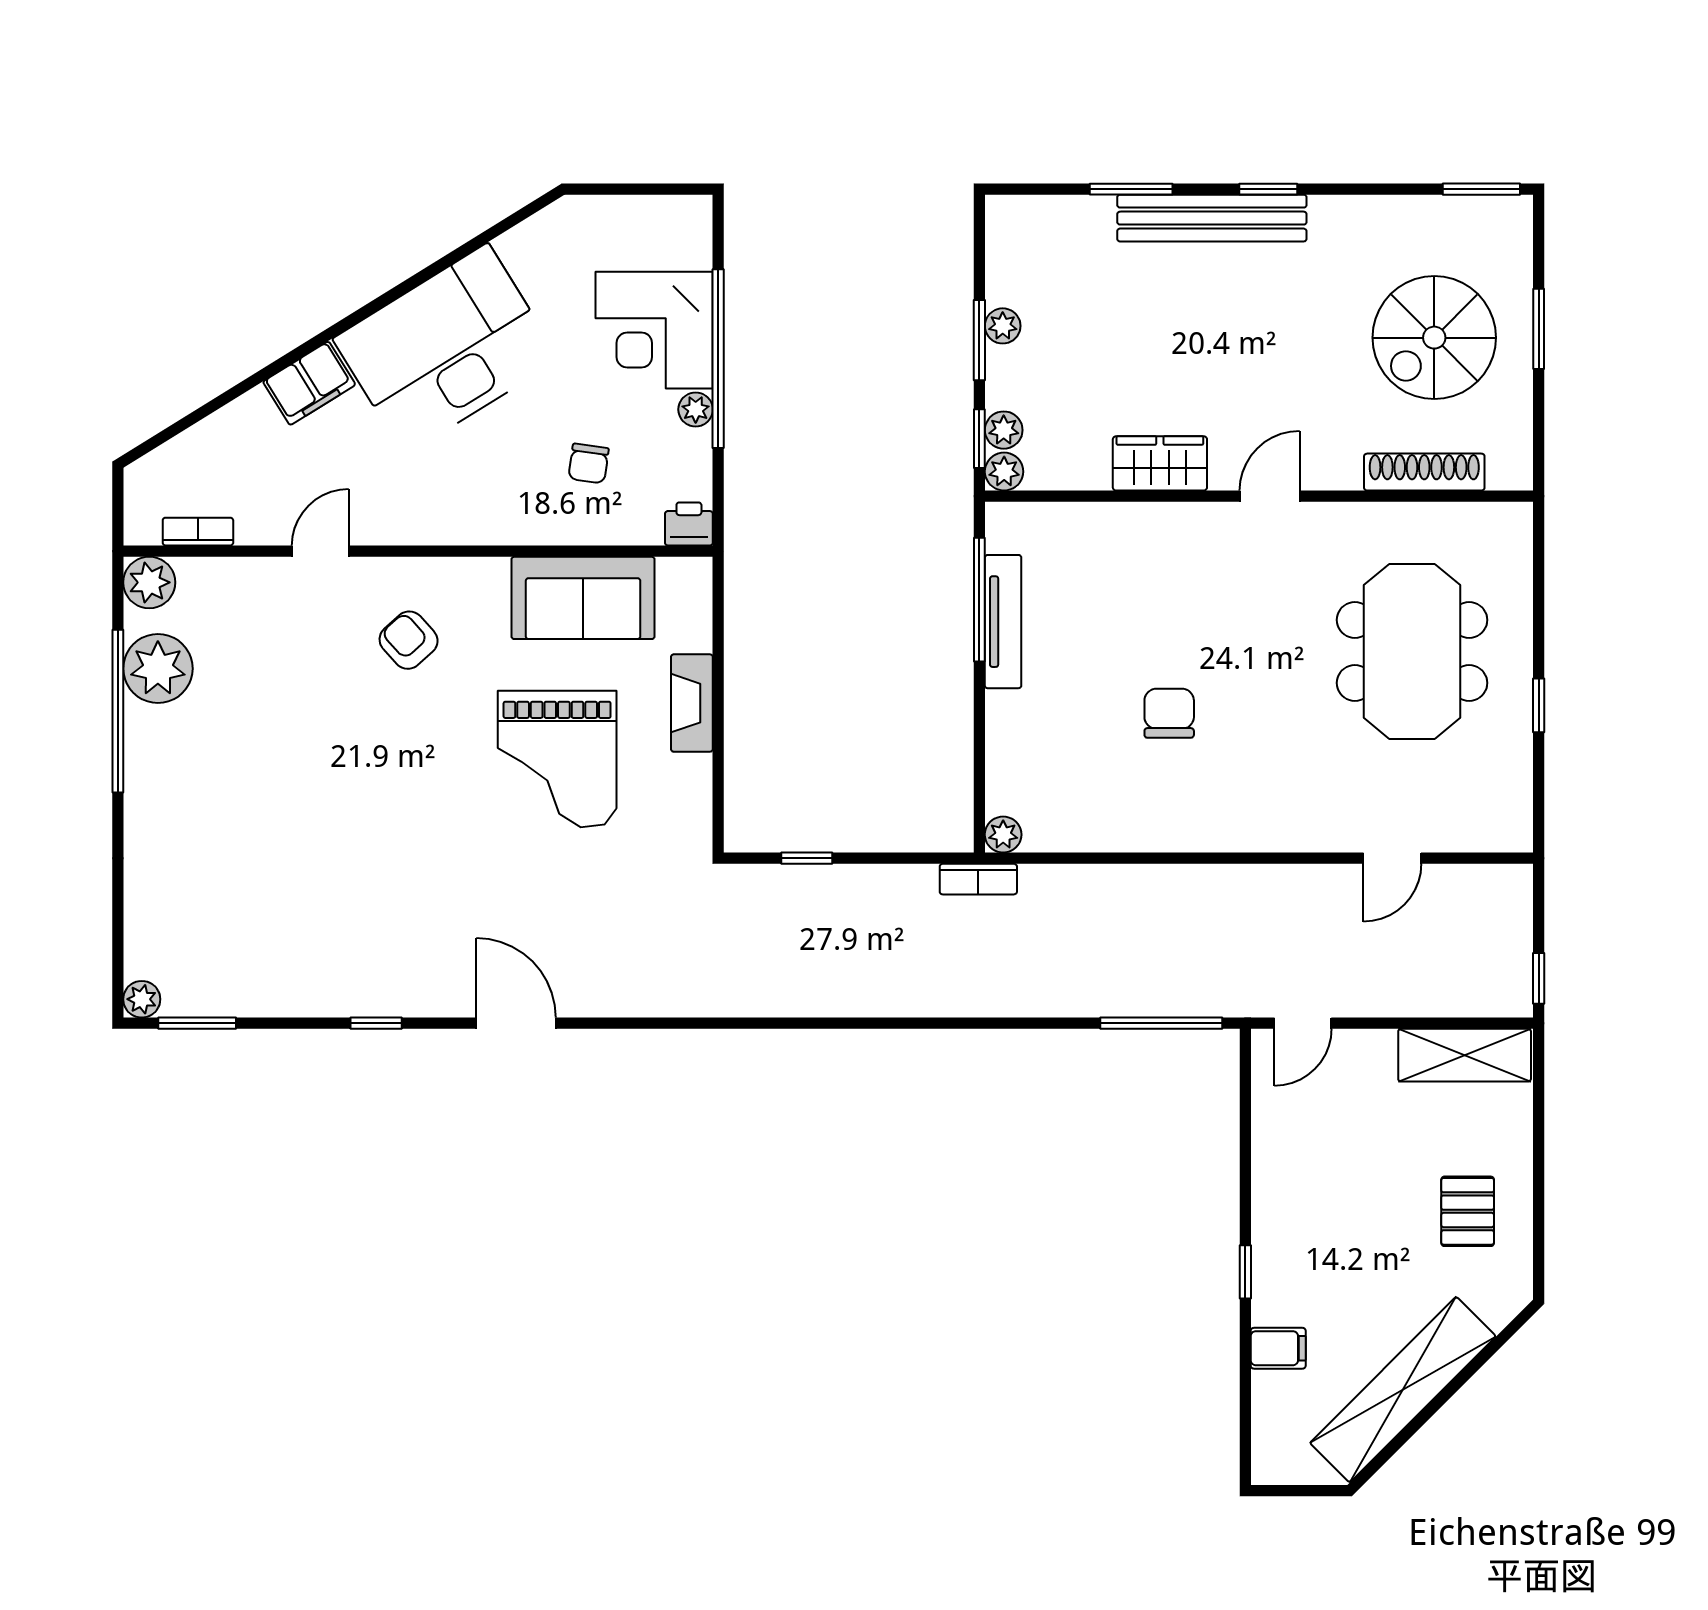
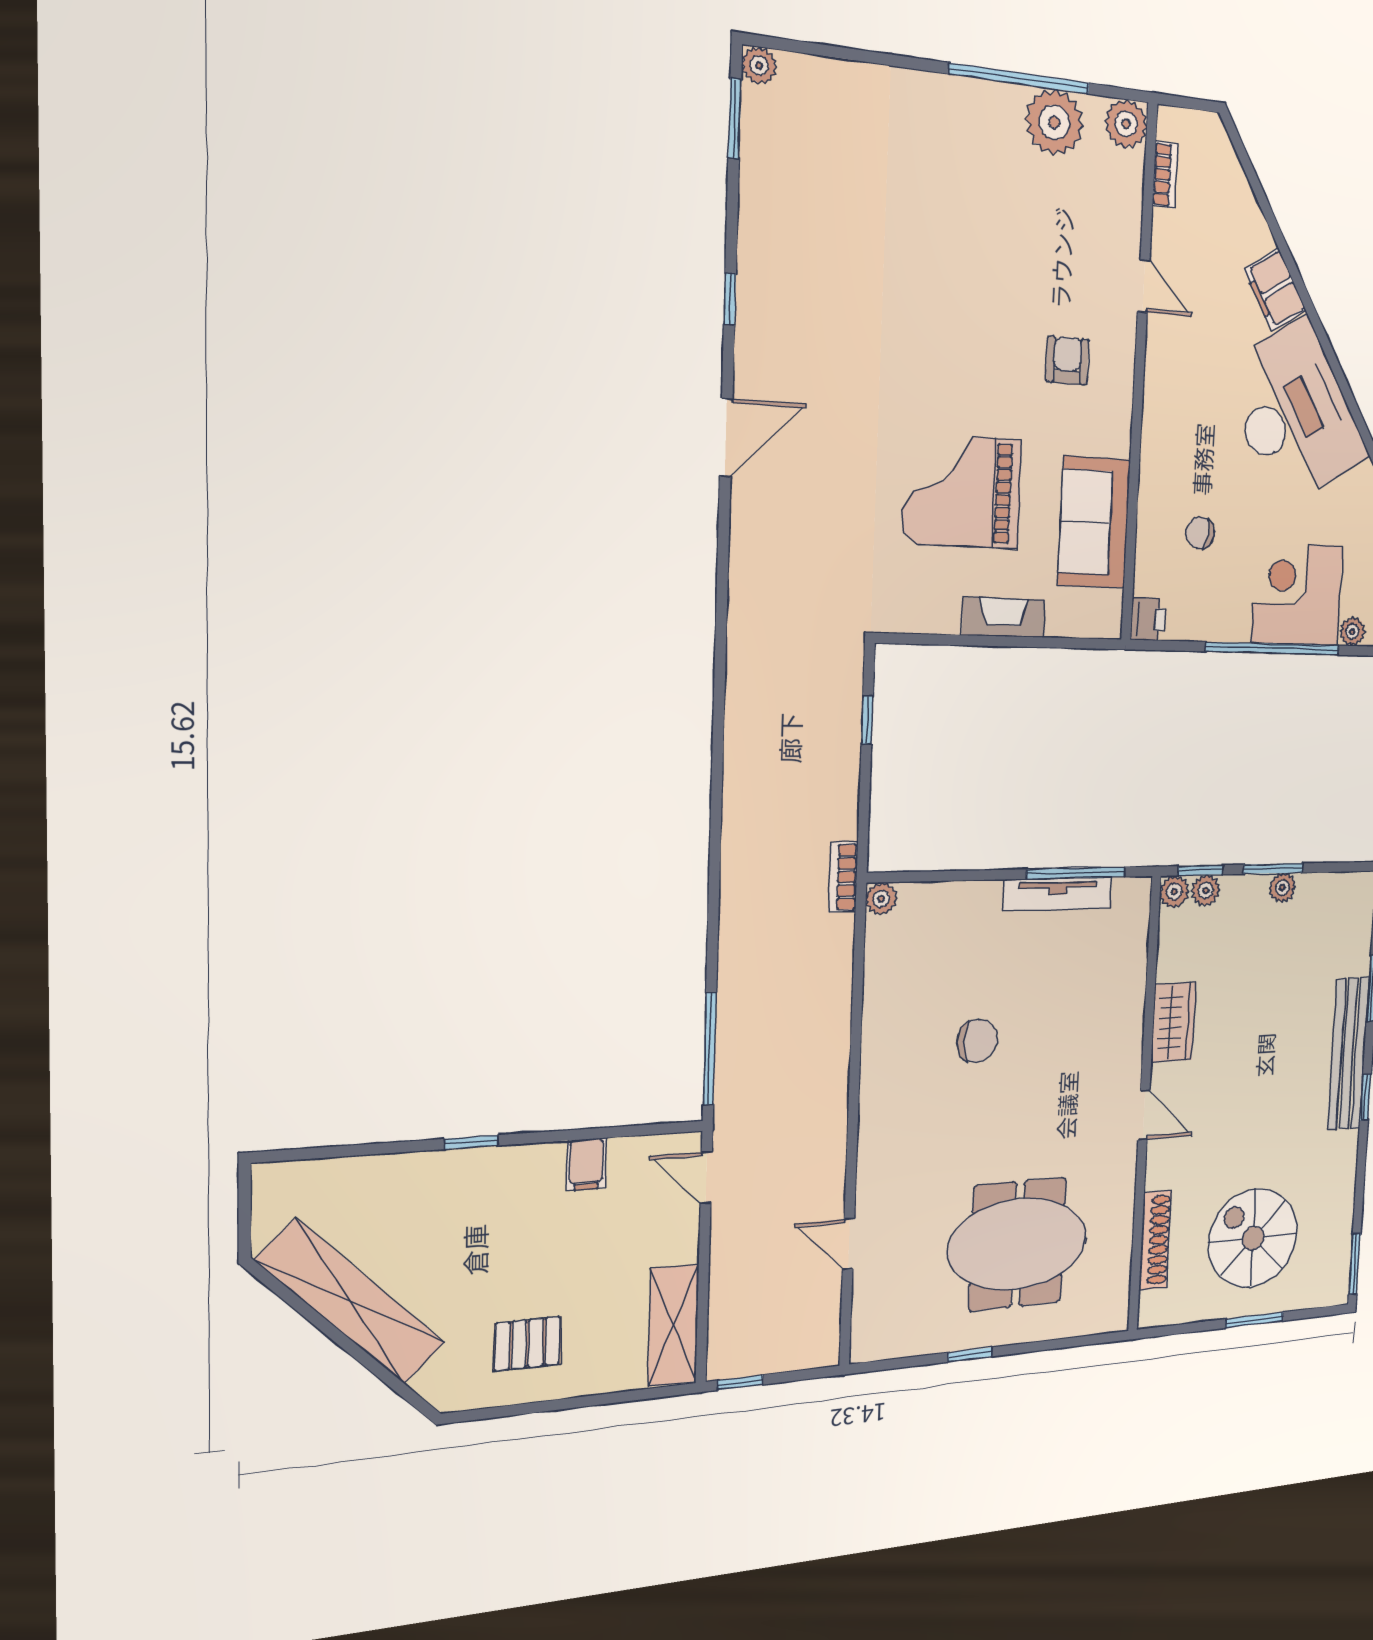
plant: (696, 409) -> (1352, 632), moved
armchair: (409, 640) -> (1067, 361), turned -48
filing cabinet: (1278, 1348) -> (586, 1164), moved

